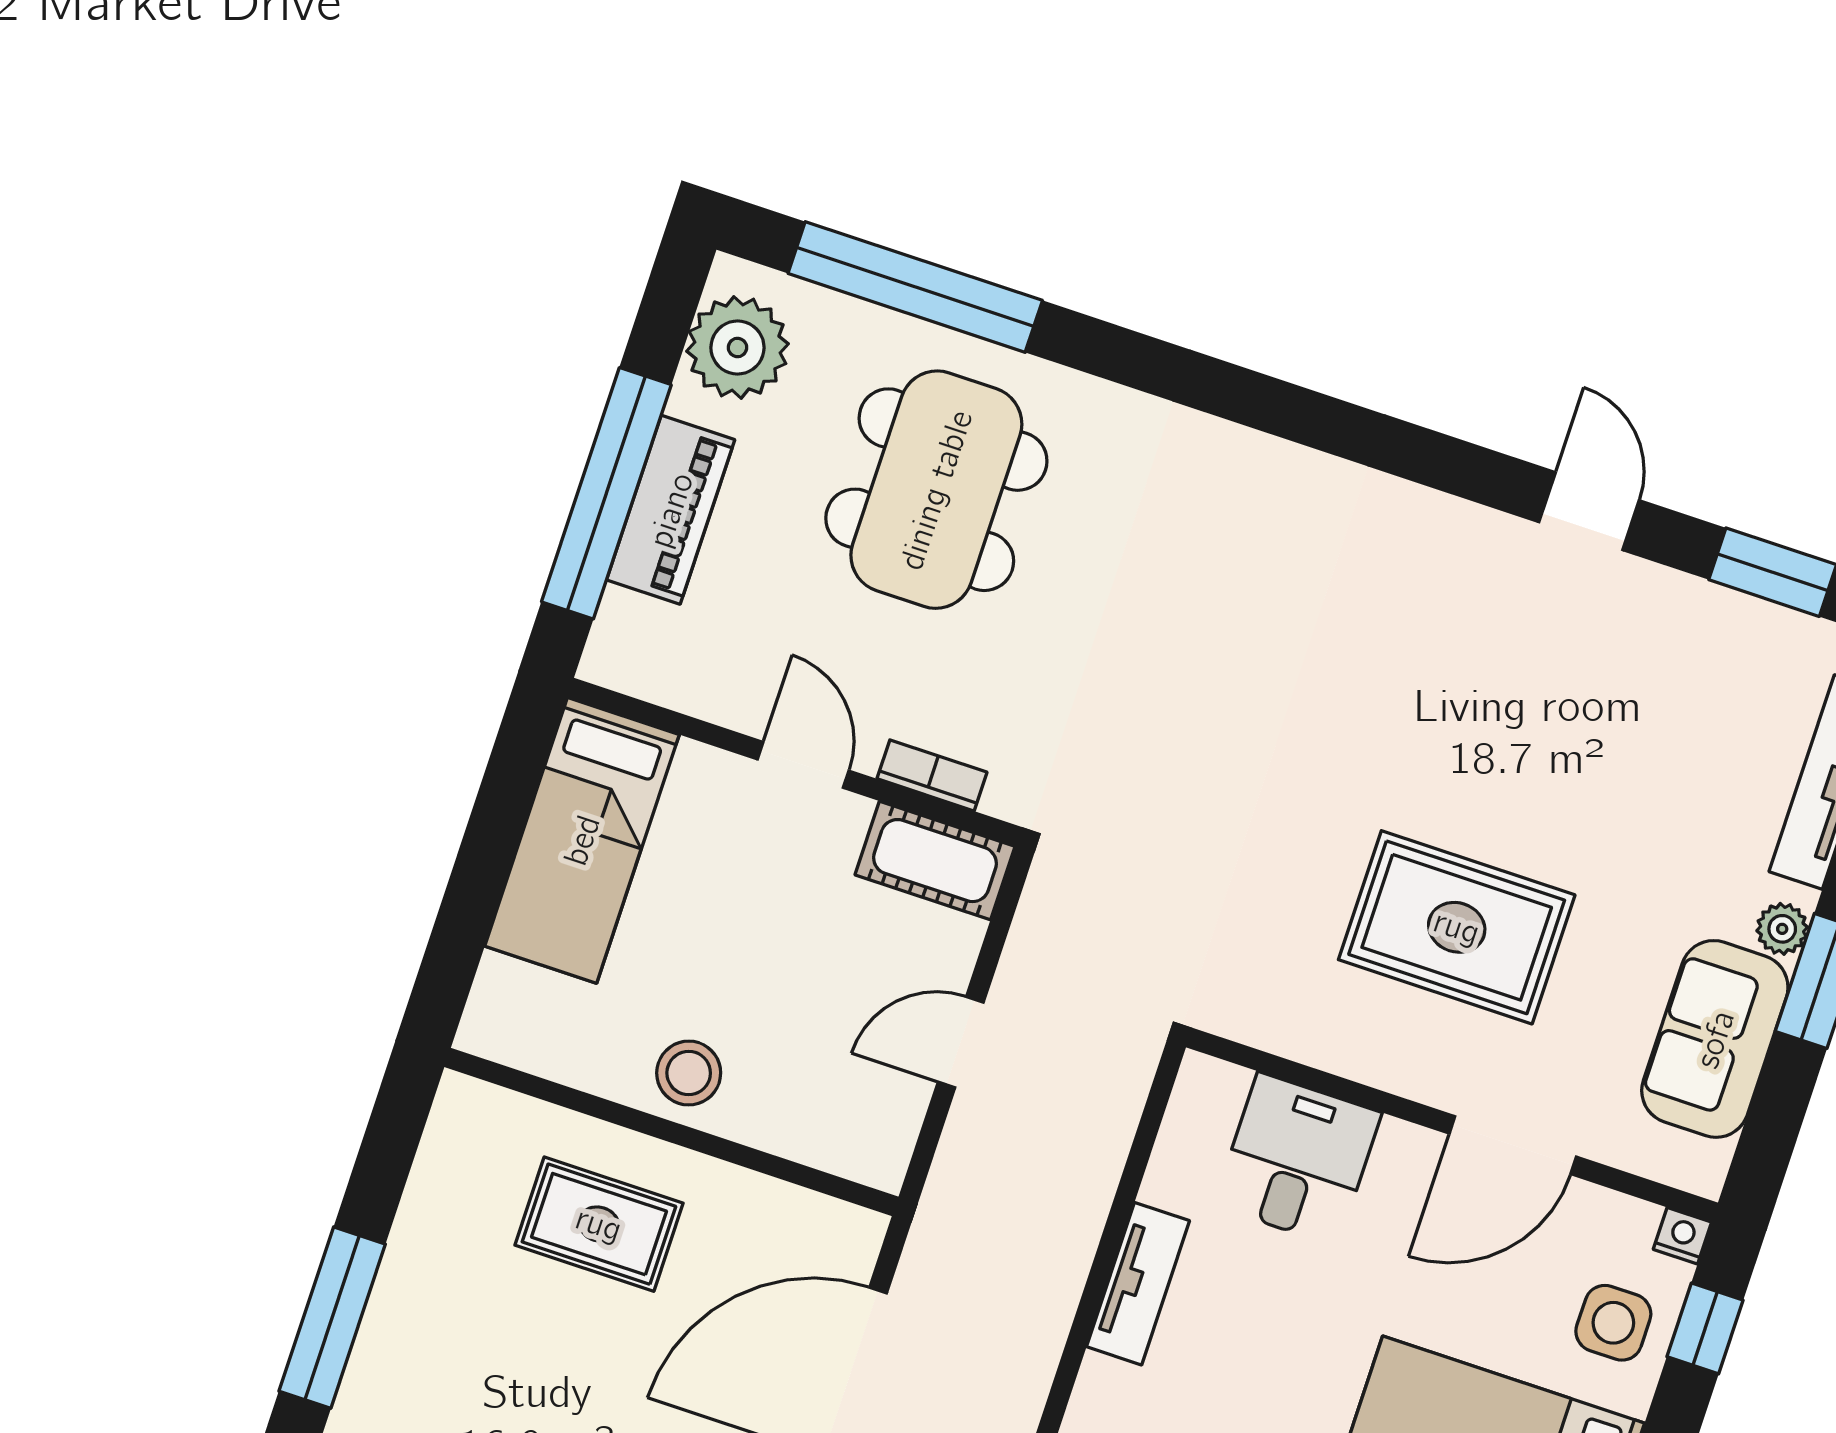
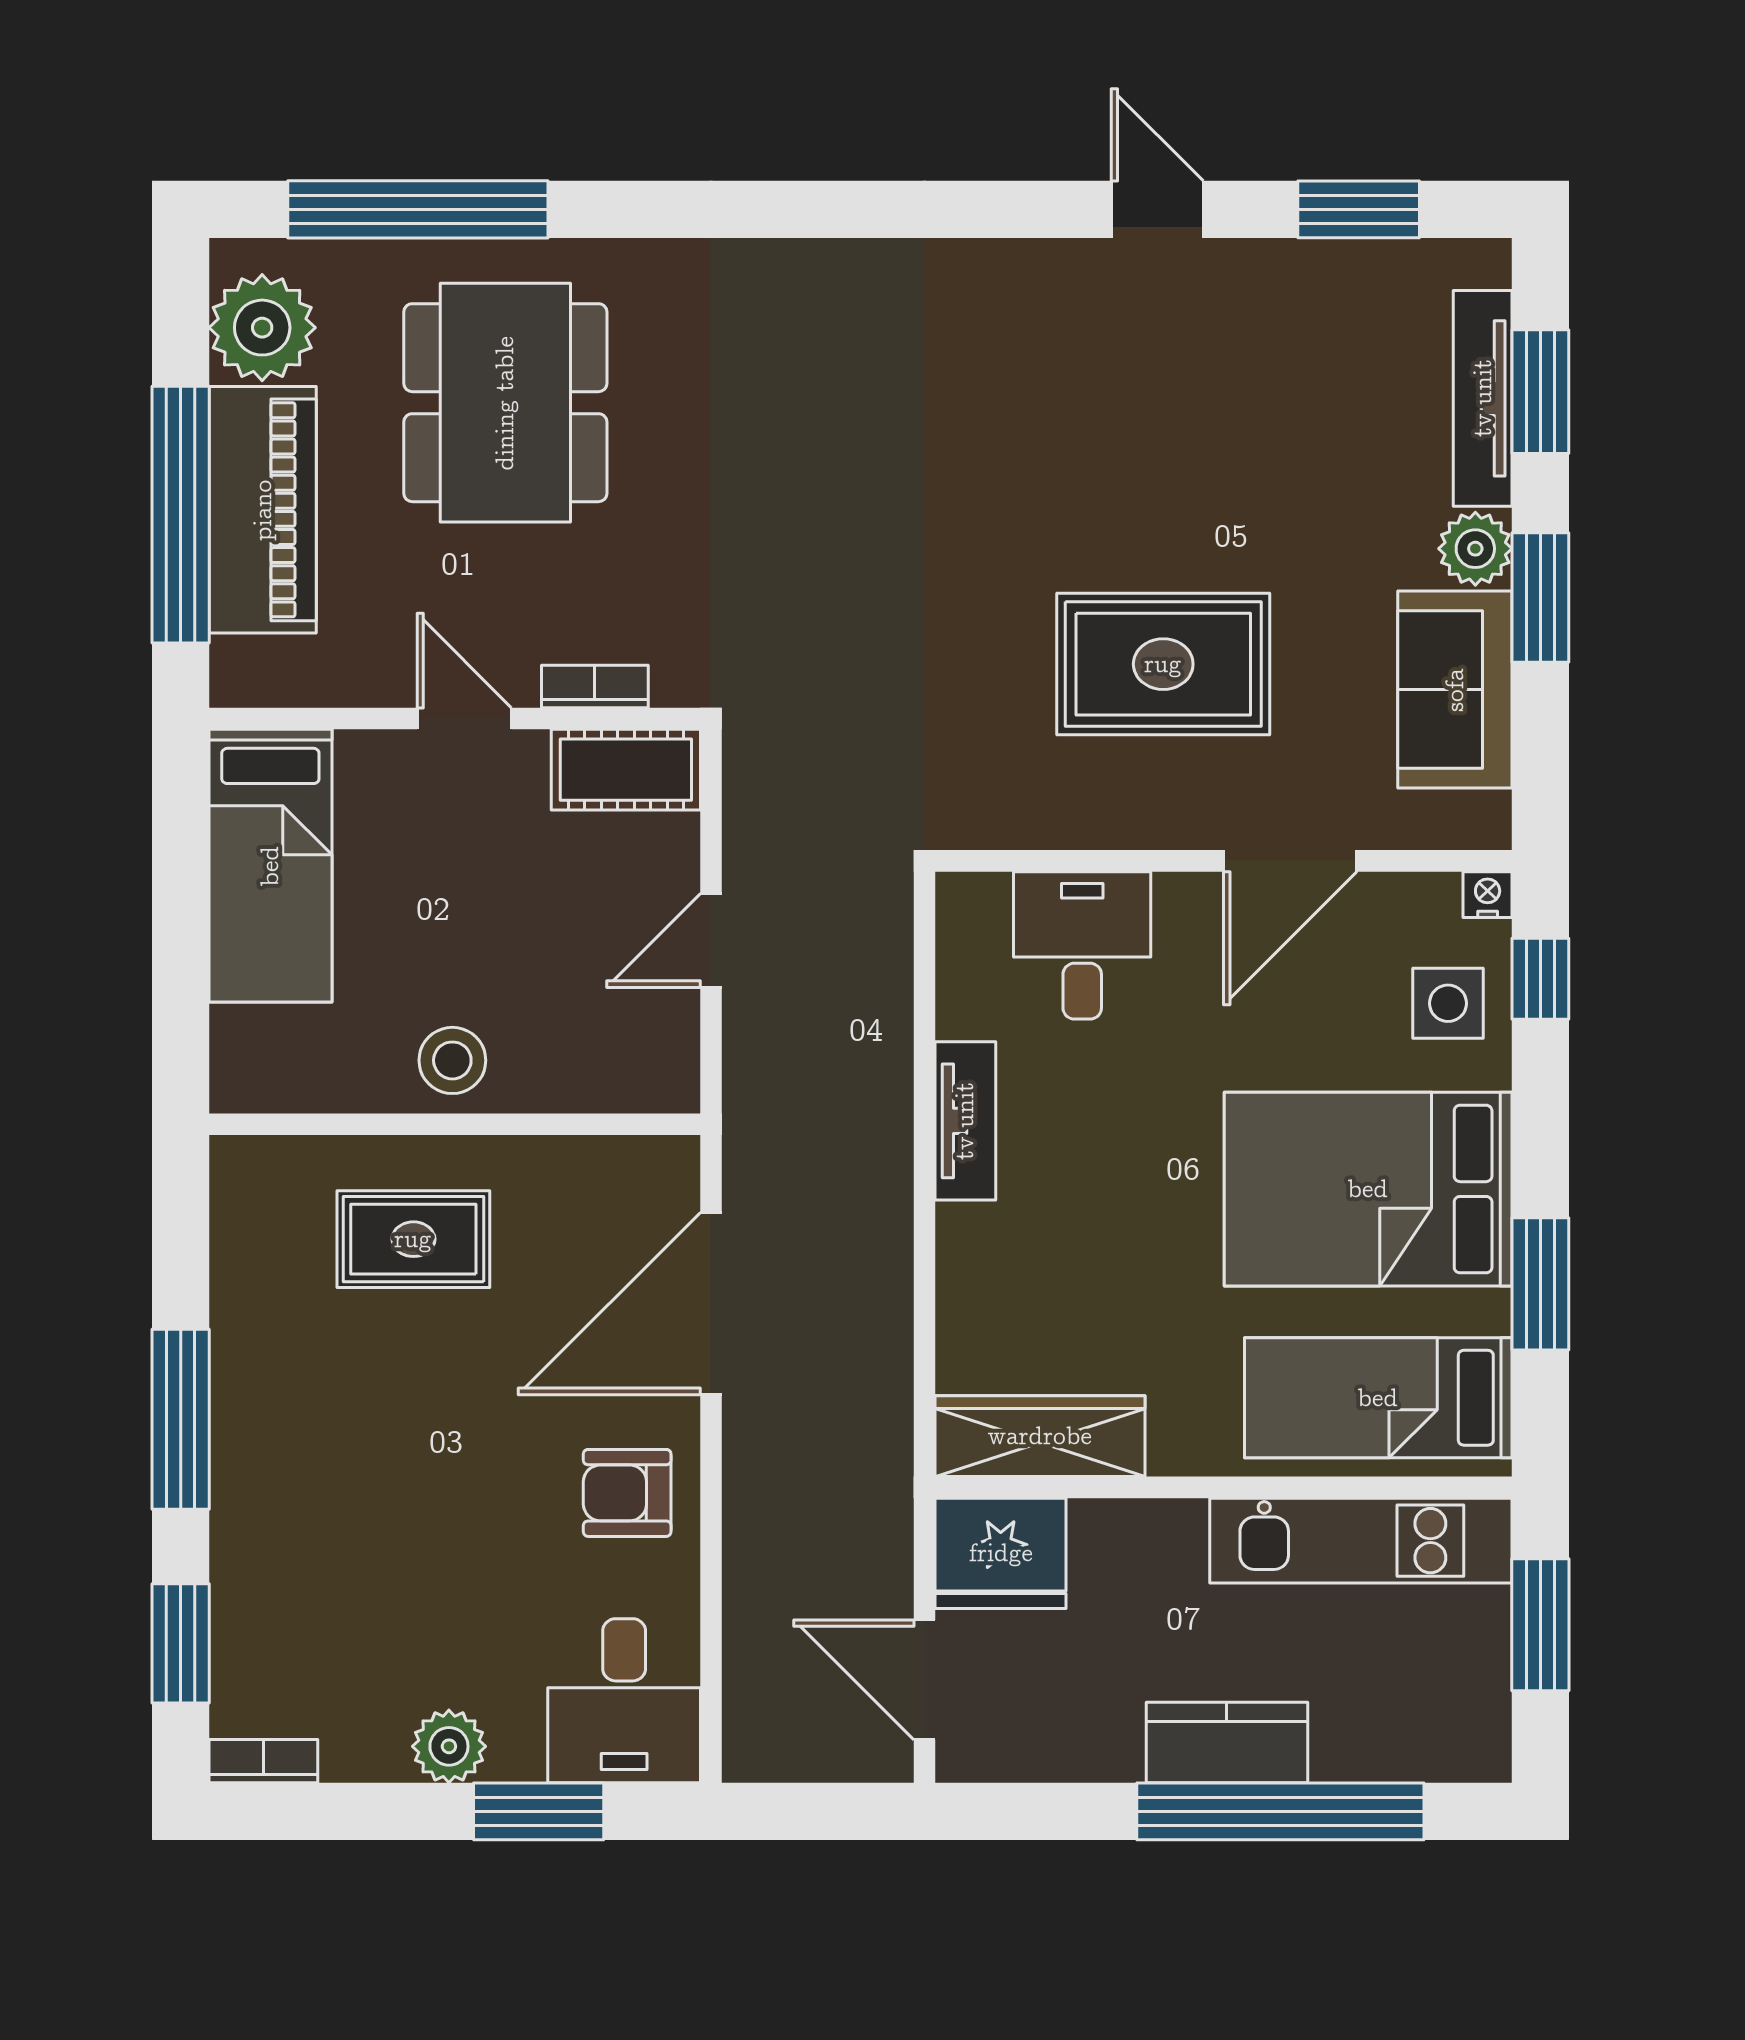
piano: (671, 510) -> (263, 510), width x1.37, depth x1.33
plant: (1782, 929) -> (1475, 549), width x1.38, depth x1.38

